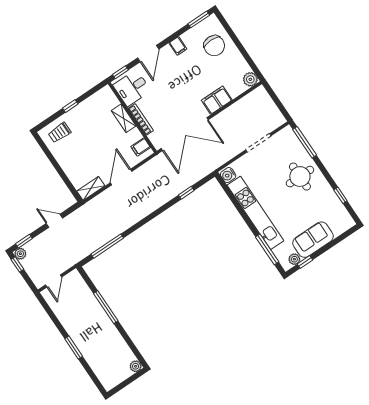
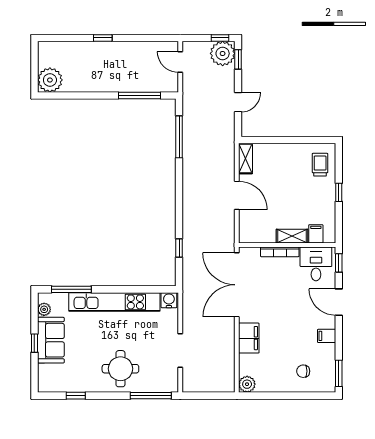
chair: (214, 46) -> (303, 371), width x0.54, depth x0.54
filing cabinet: (141, 147) -> (316, 234), moved
plant: (20, 254) -> (223, 53), width x1.87, depth x1.87
window: (305, 262) -> (34, 343), moved
window: (106, 307) -> (140, 95), moved
window: (74, 348) -> (103, 38), width x0.67
plant: (136, 366) -> (50, 80), width x1.87, depth x1.87

